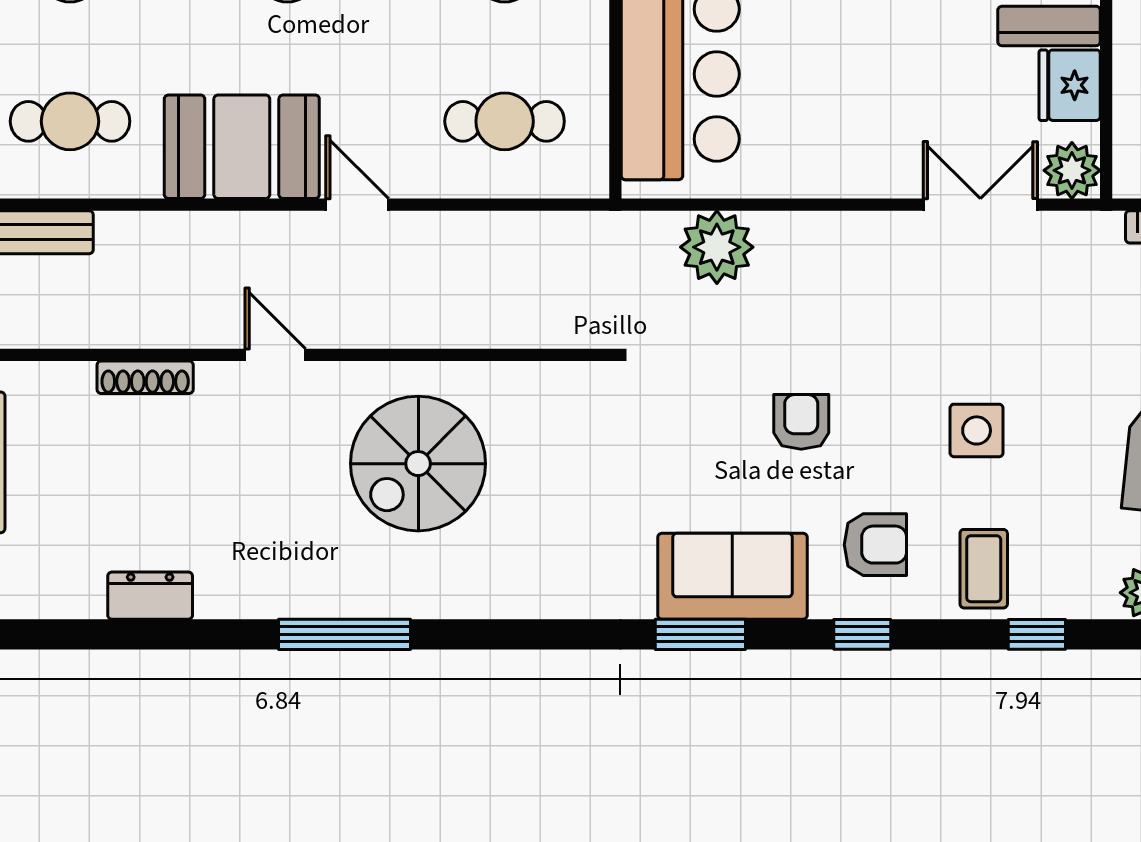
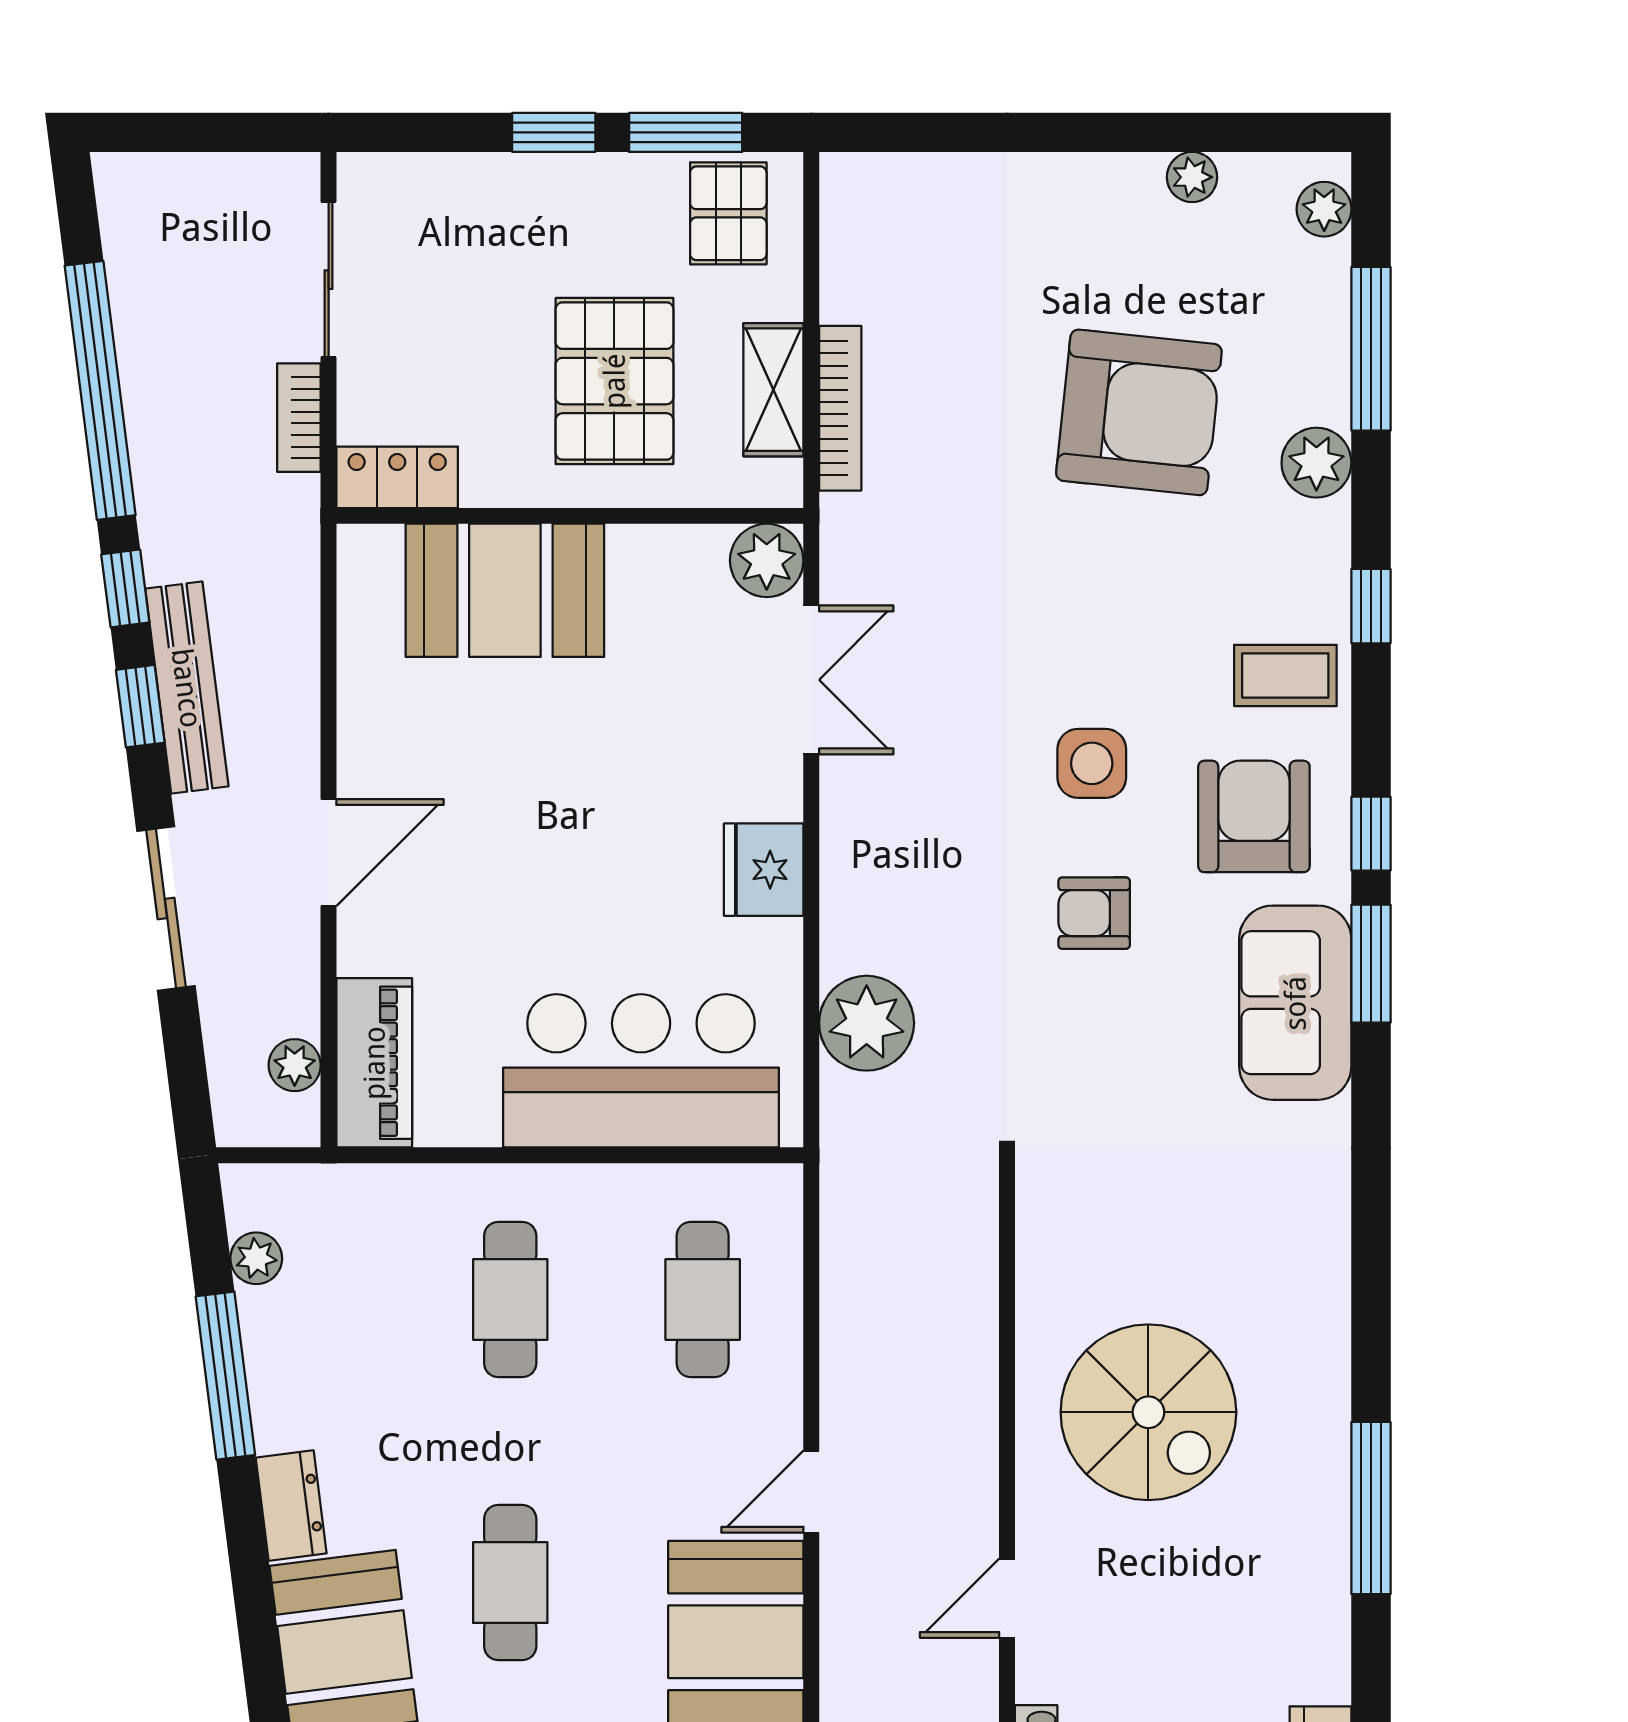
fridge: (1070, 85) -> (764, 870), moved, turned 90
double door: (980, 205) -> (811, 680), swing flipped
side table: (977, 430) -> (1092, 763), moved
armchair: (875, 545) -> (1254, 816), width x1.38, depth x1.38
window: (700, 634) -> (1371, 964), moved

